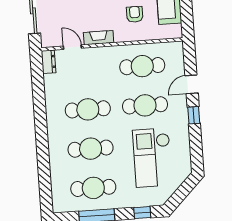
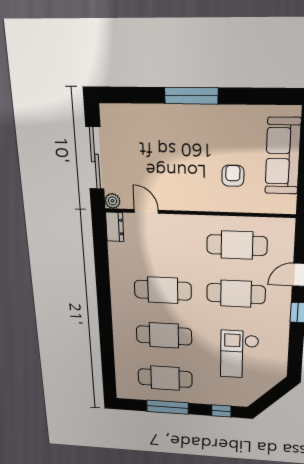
fireplace: (99, 38) -> (182, 202), removed
plant: (47, 42) -> (113, 201), added
checkout: (152, 158) -> (239, 354), width x0.73, depth x0.83

